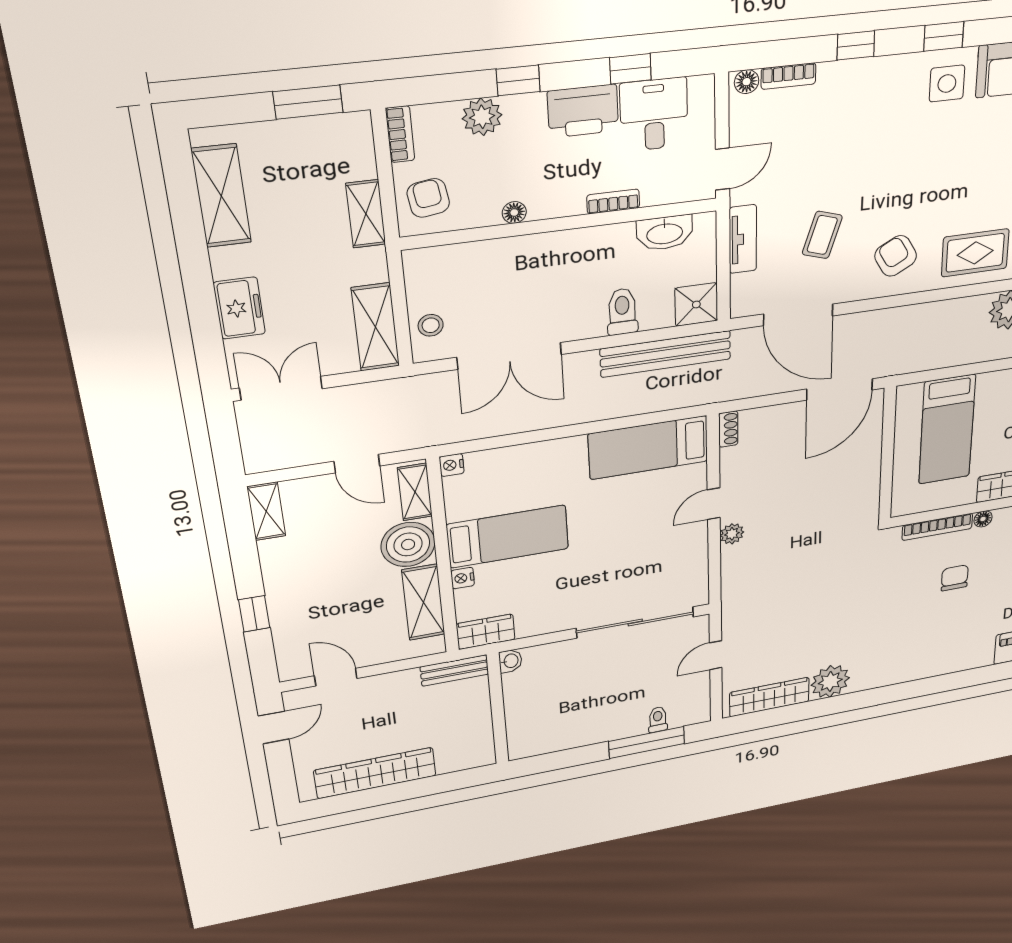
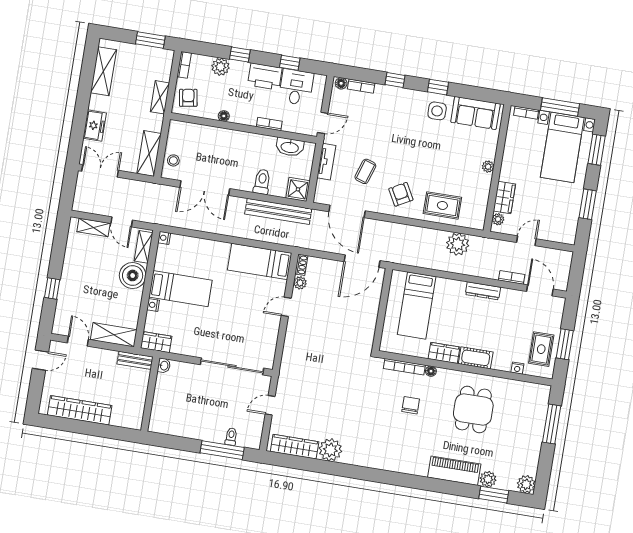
shelving: (266, 511) -> (93, 227), moved, turned 90
plant: (732, 534) -> (300, 283), moved
shelving: (423, 602) -> (114, 335), moved, turned 90

